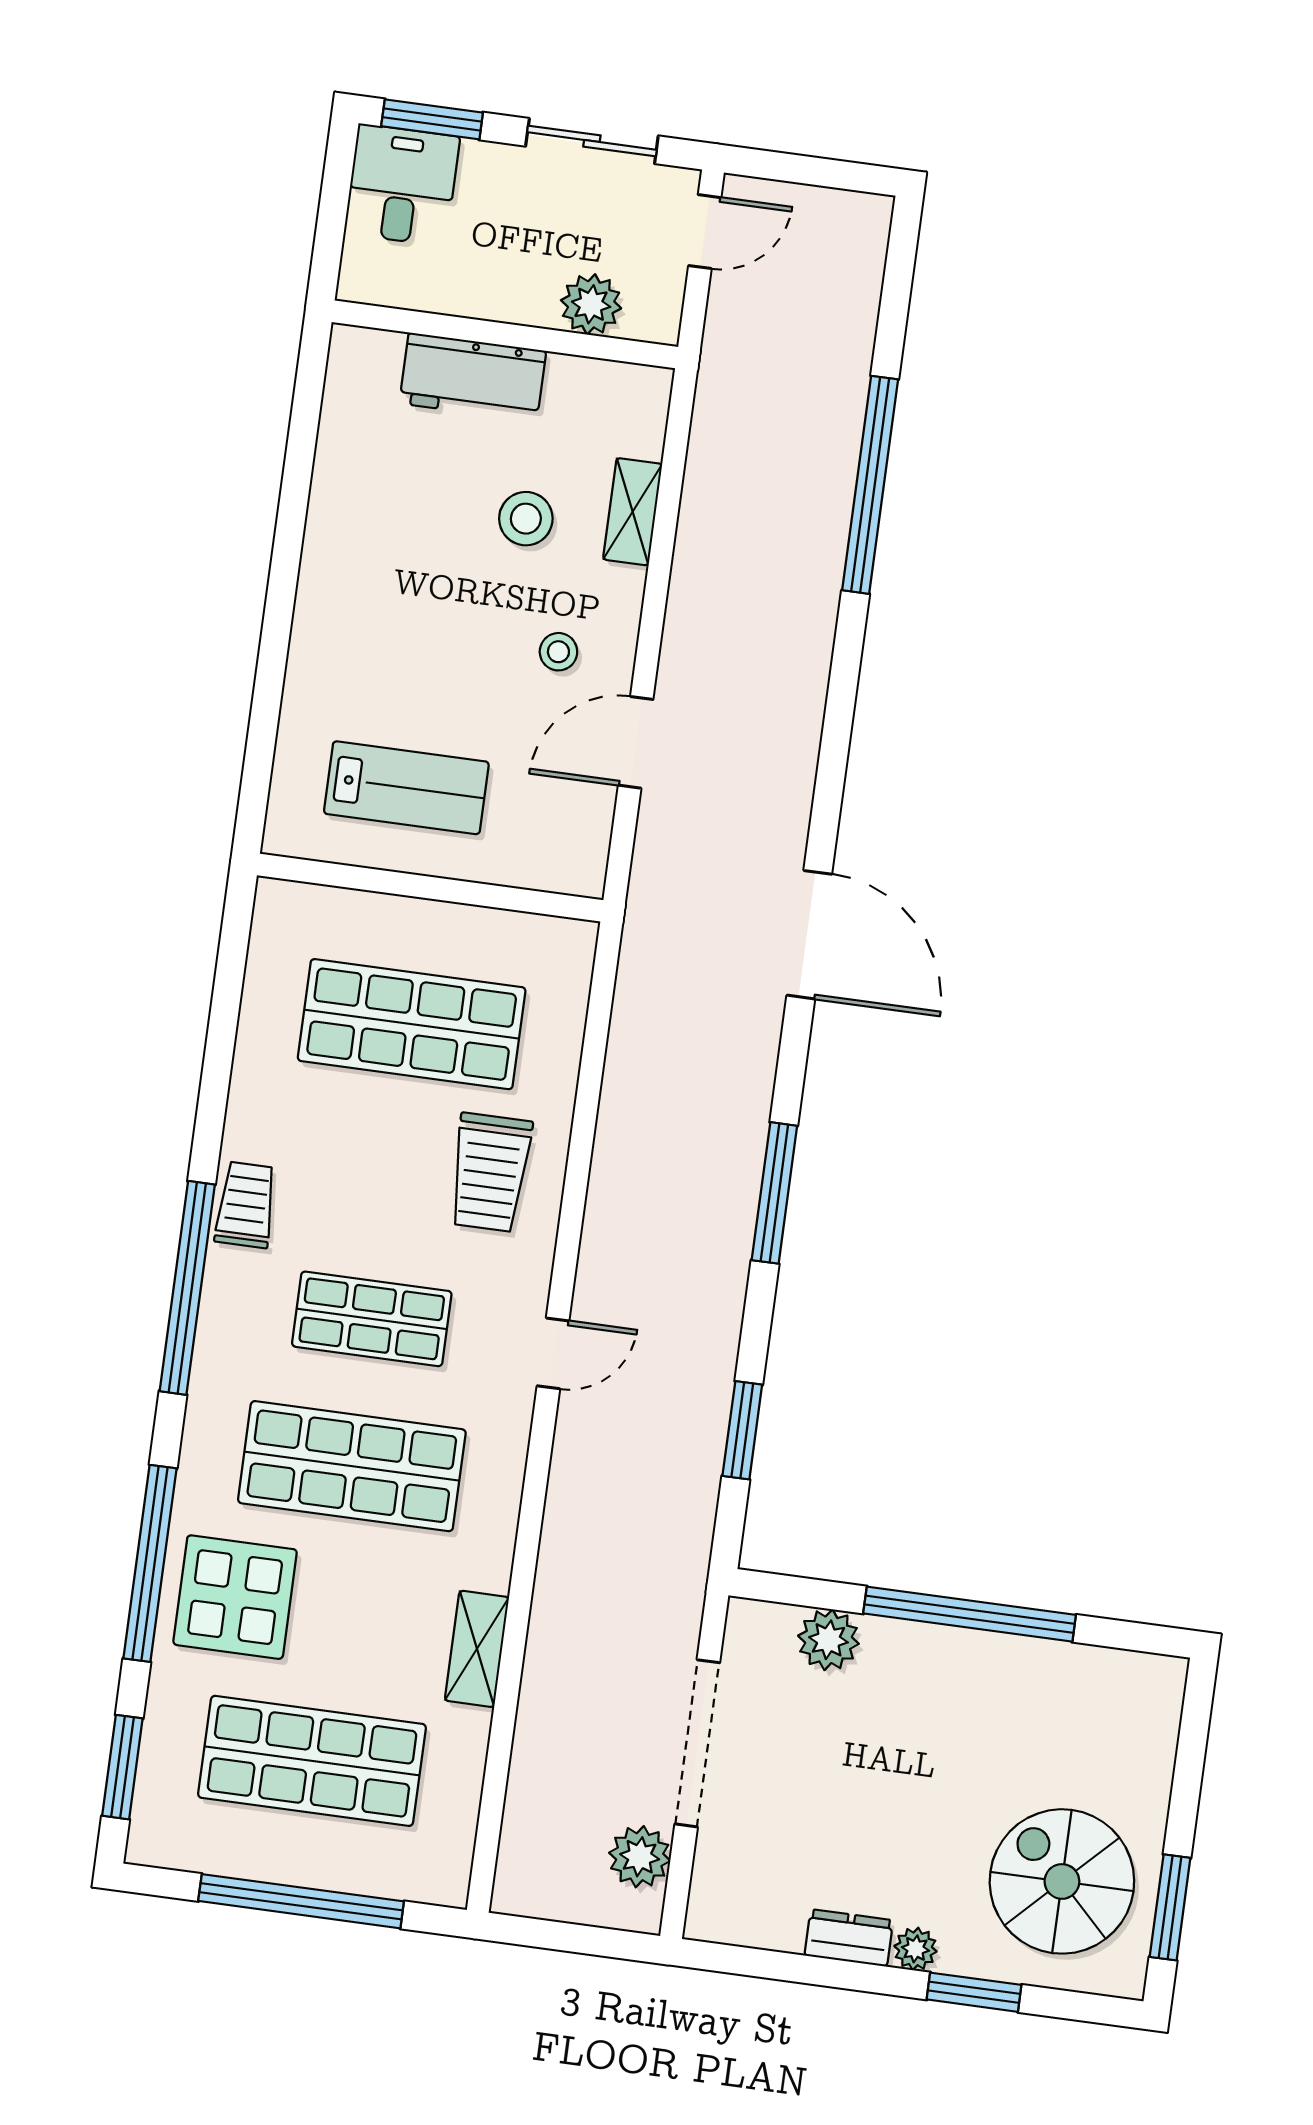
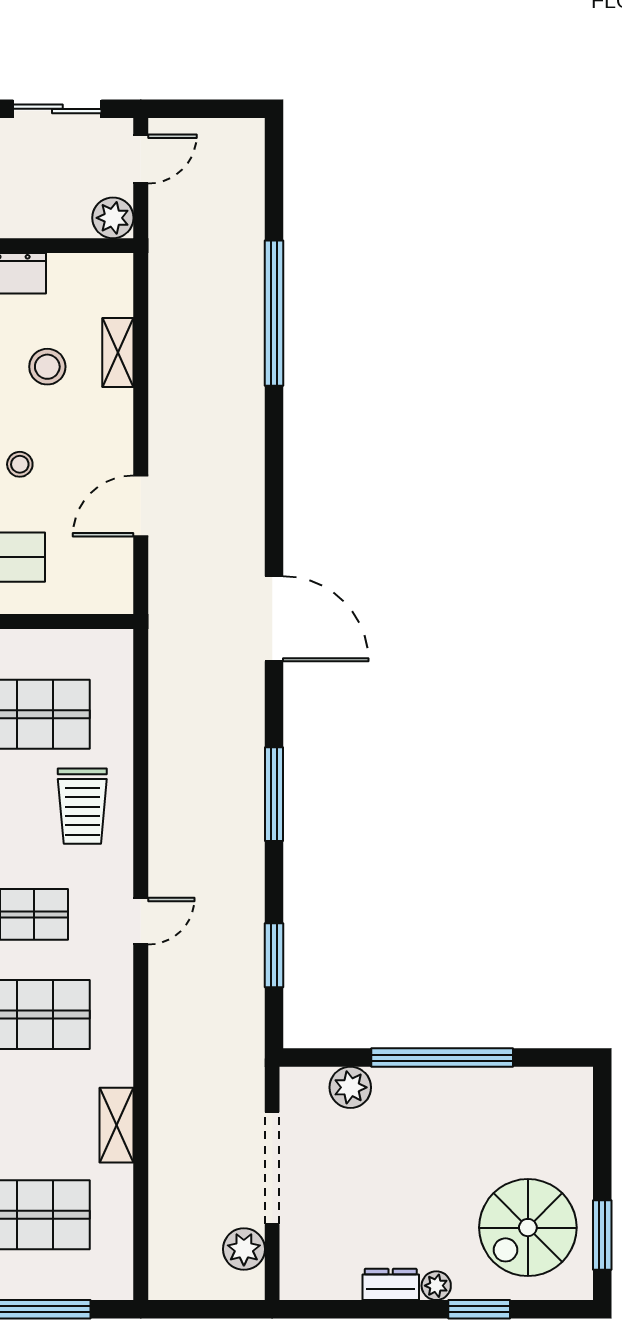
plant: (591, 304) -> (113, 218), moved
stool: (558, 652) -> (20, 464), moved
spiral stairs: (1062, 1881) -> (528, 1228), turned -90

